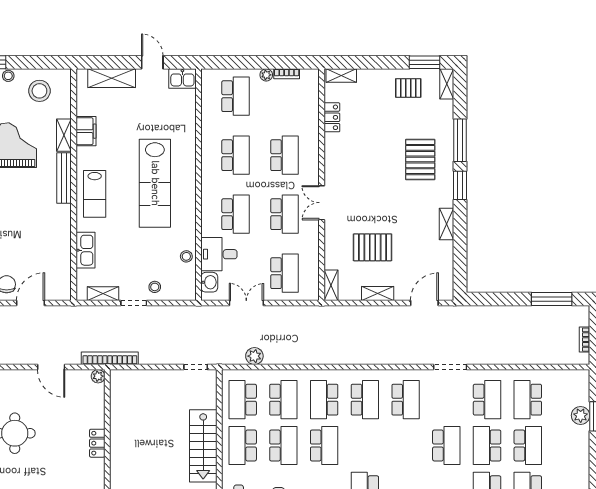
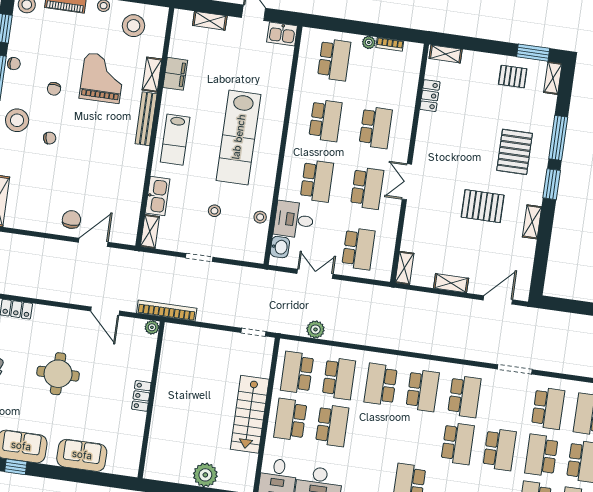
shelving: (112, 78) -> (210, 21), width x0.67, depth x0.75
pallet: (373, 247) -> (483, 206), moved
stool: (155, 287) -> (214, 211), moved
shelving: (103, 294) -> (150, 231), moved, turned 90
school desk: (324, 445) -> (458, 443), moved

